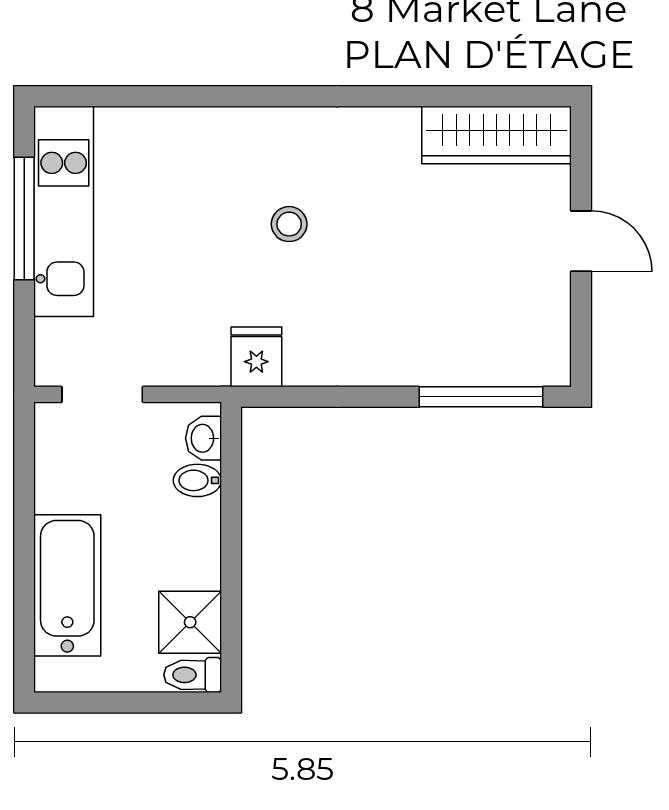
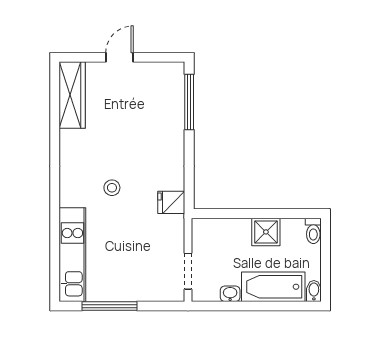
kitchen unit: (64, 211) -> (72, 255), moved, turned 90
washbasin: (203, 438) -> (230, 294), moved, turned 180
bidet: (197, 480) -> (314, 291), moved, turned 180
shower: (190, 622) -> (266, 232), moved

